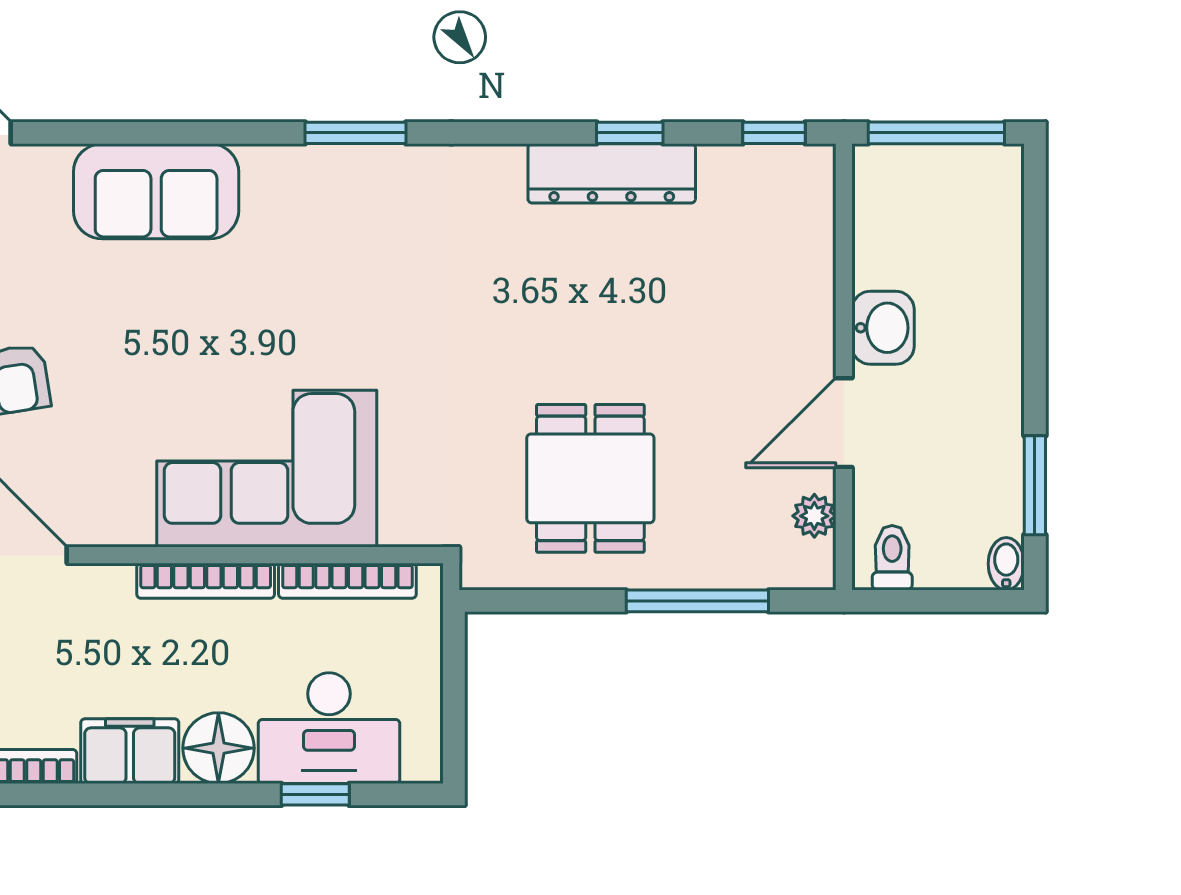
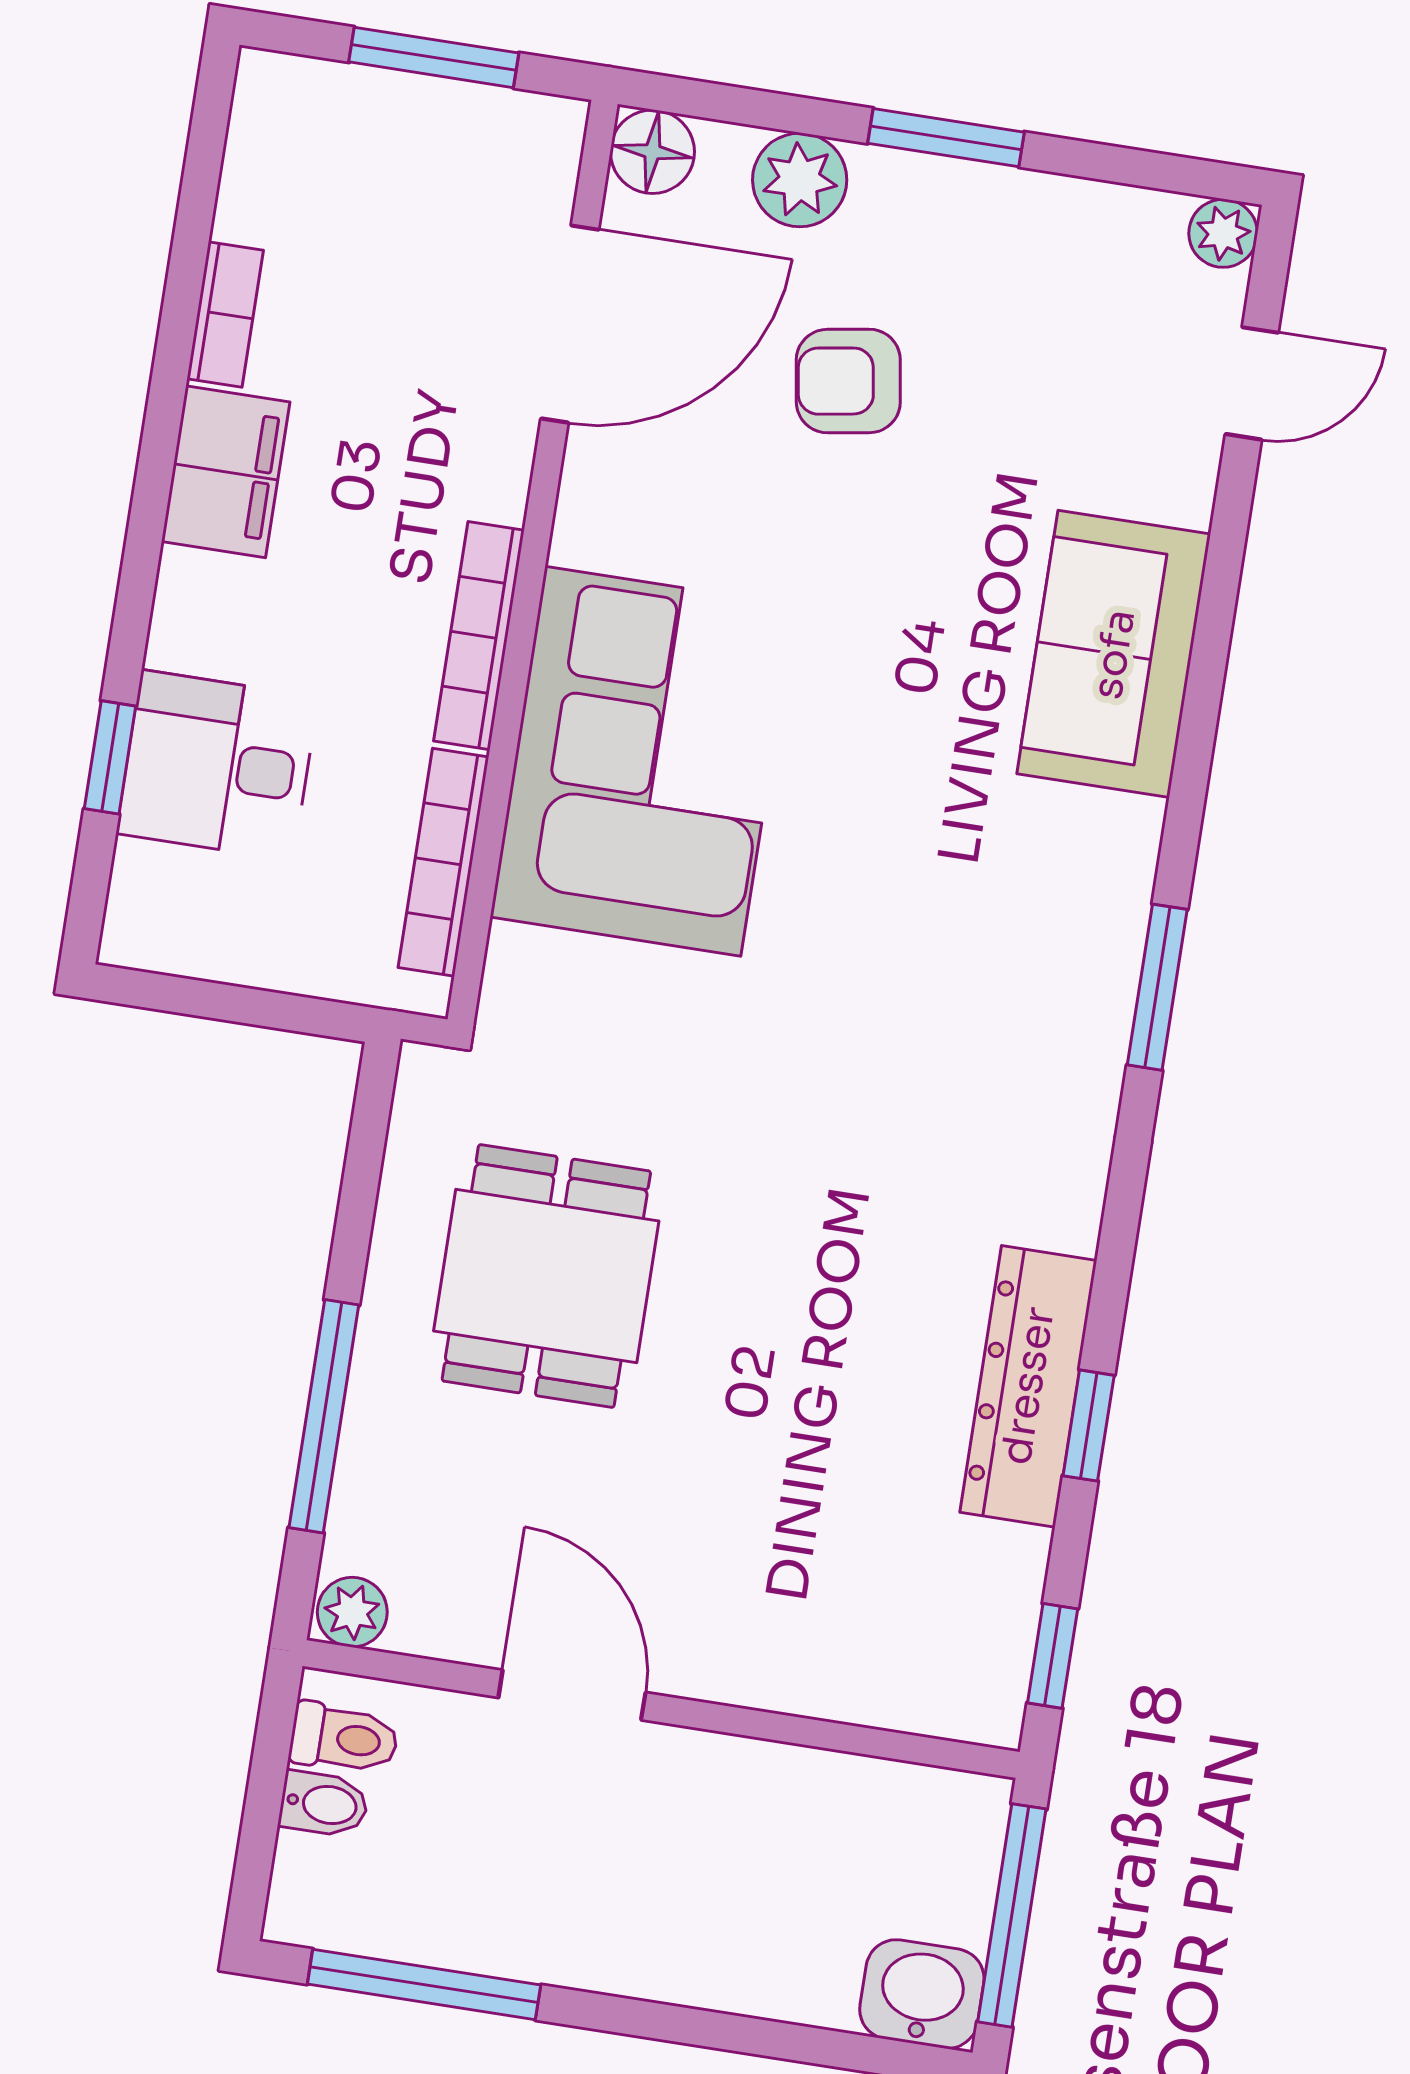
washbasin: (883, 328) -> (922, 1994), moved, turned 180
dining table: (590, 478) -> (546, 1276), turned 90
window: (1035, 485) -> (424, 1984), width x1.44
plant: (814, 516) -> (352, 1612), moved
bidet: (1006, 564) -> (324, 1804), moved
desk: (329, 728) -> (217, 765), width x0.73
floor lamp: (218, 748) -> (208, 614), removed

